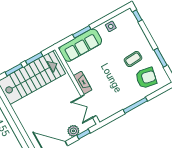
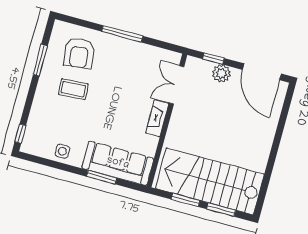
armchair: (146, 78) -> (79, 53), turned -108
double door: (89, 106) -> (177, 85), swing flipped

